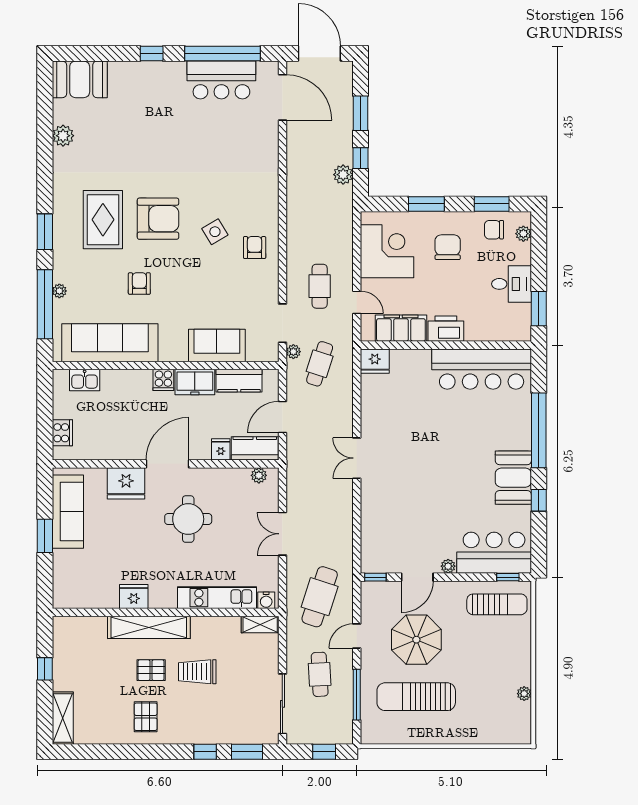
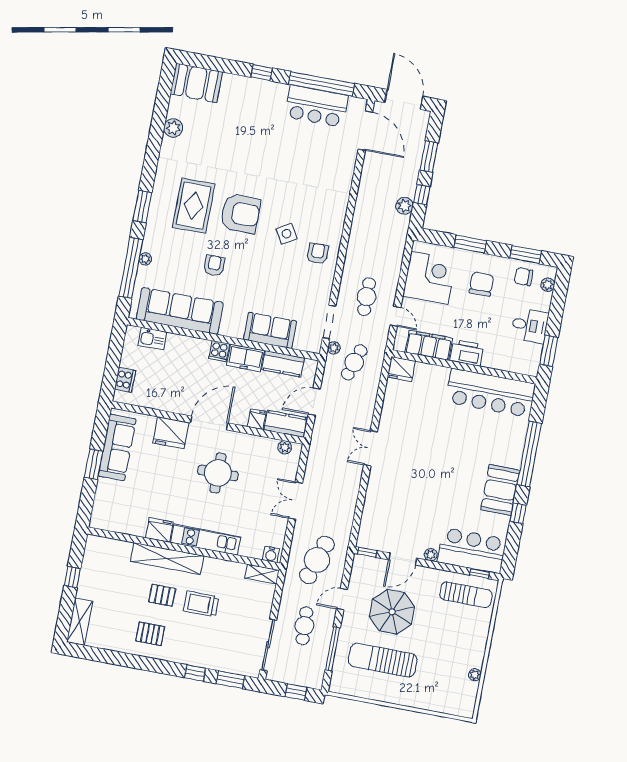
kitchen unit: (217, 598) -> (206, 540), moved
pallet: (146, 717) -> (150, 634), turned 90

